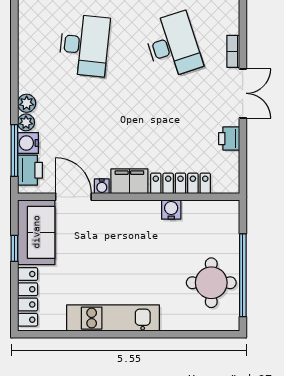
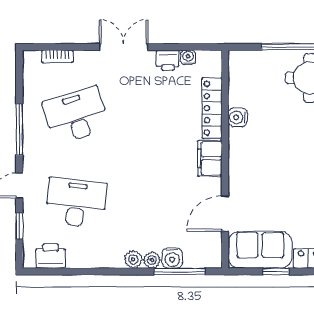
bookcase: (233, 51) -> (57, 56), moved
printer: (30, 170) -> (51, 256), moved
water cooler: (102, 186) -> (188, 57), moved, turned -90

